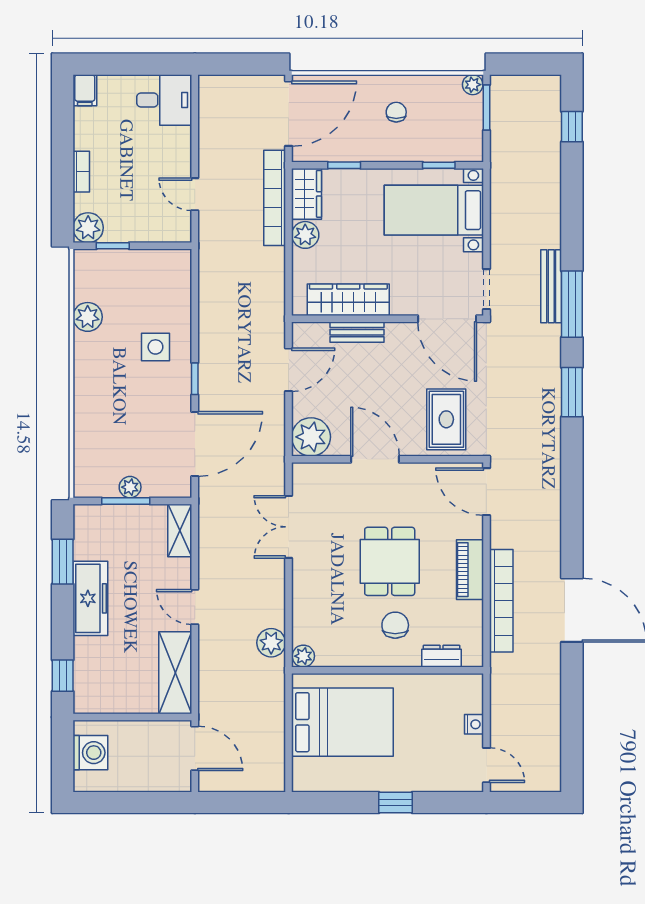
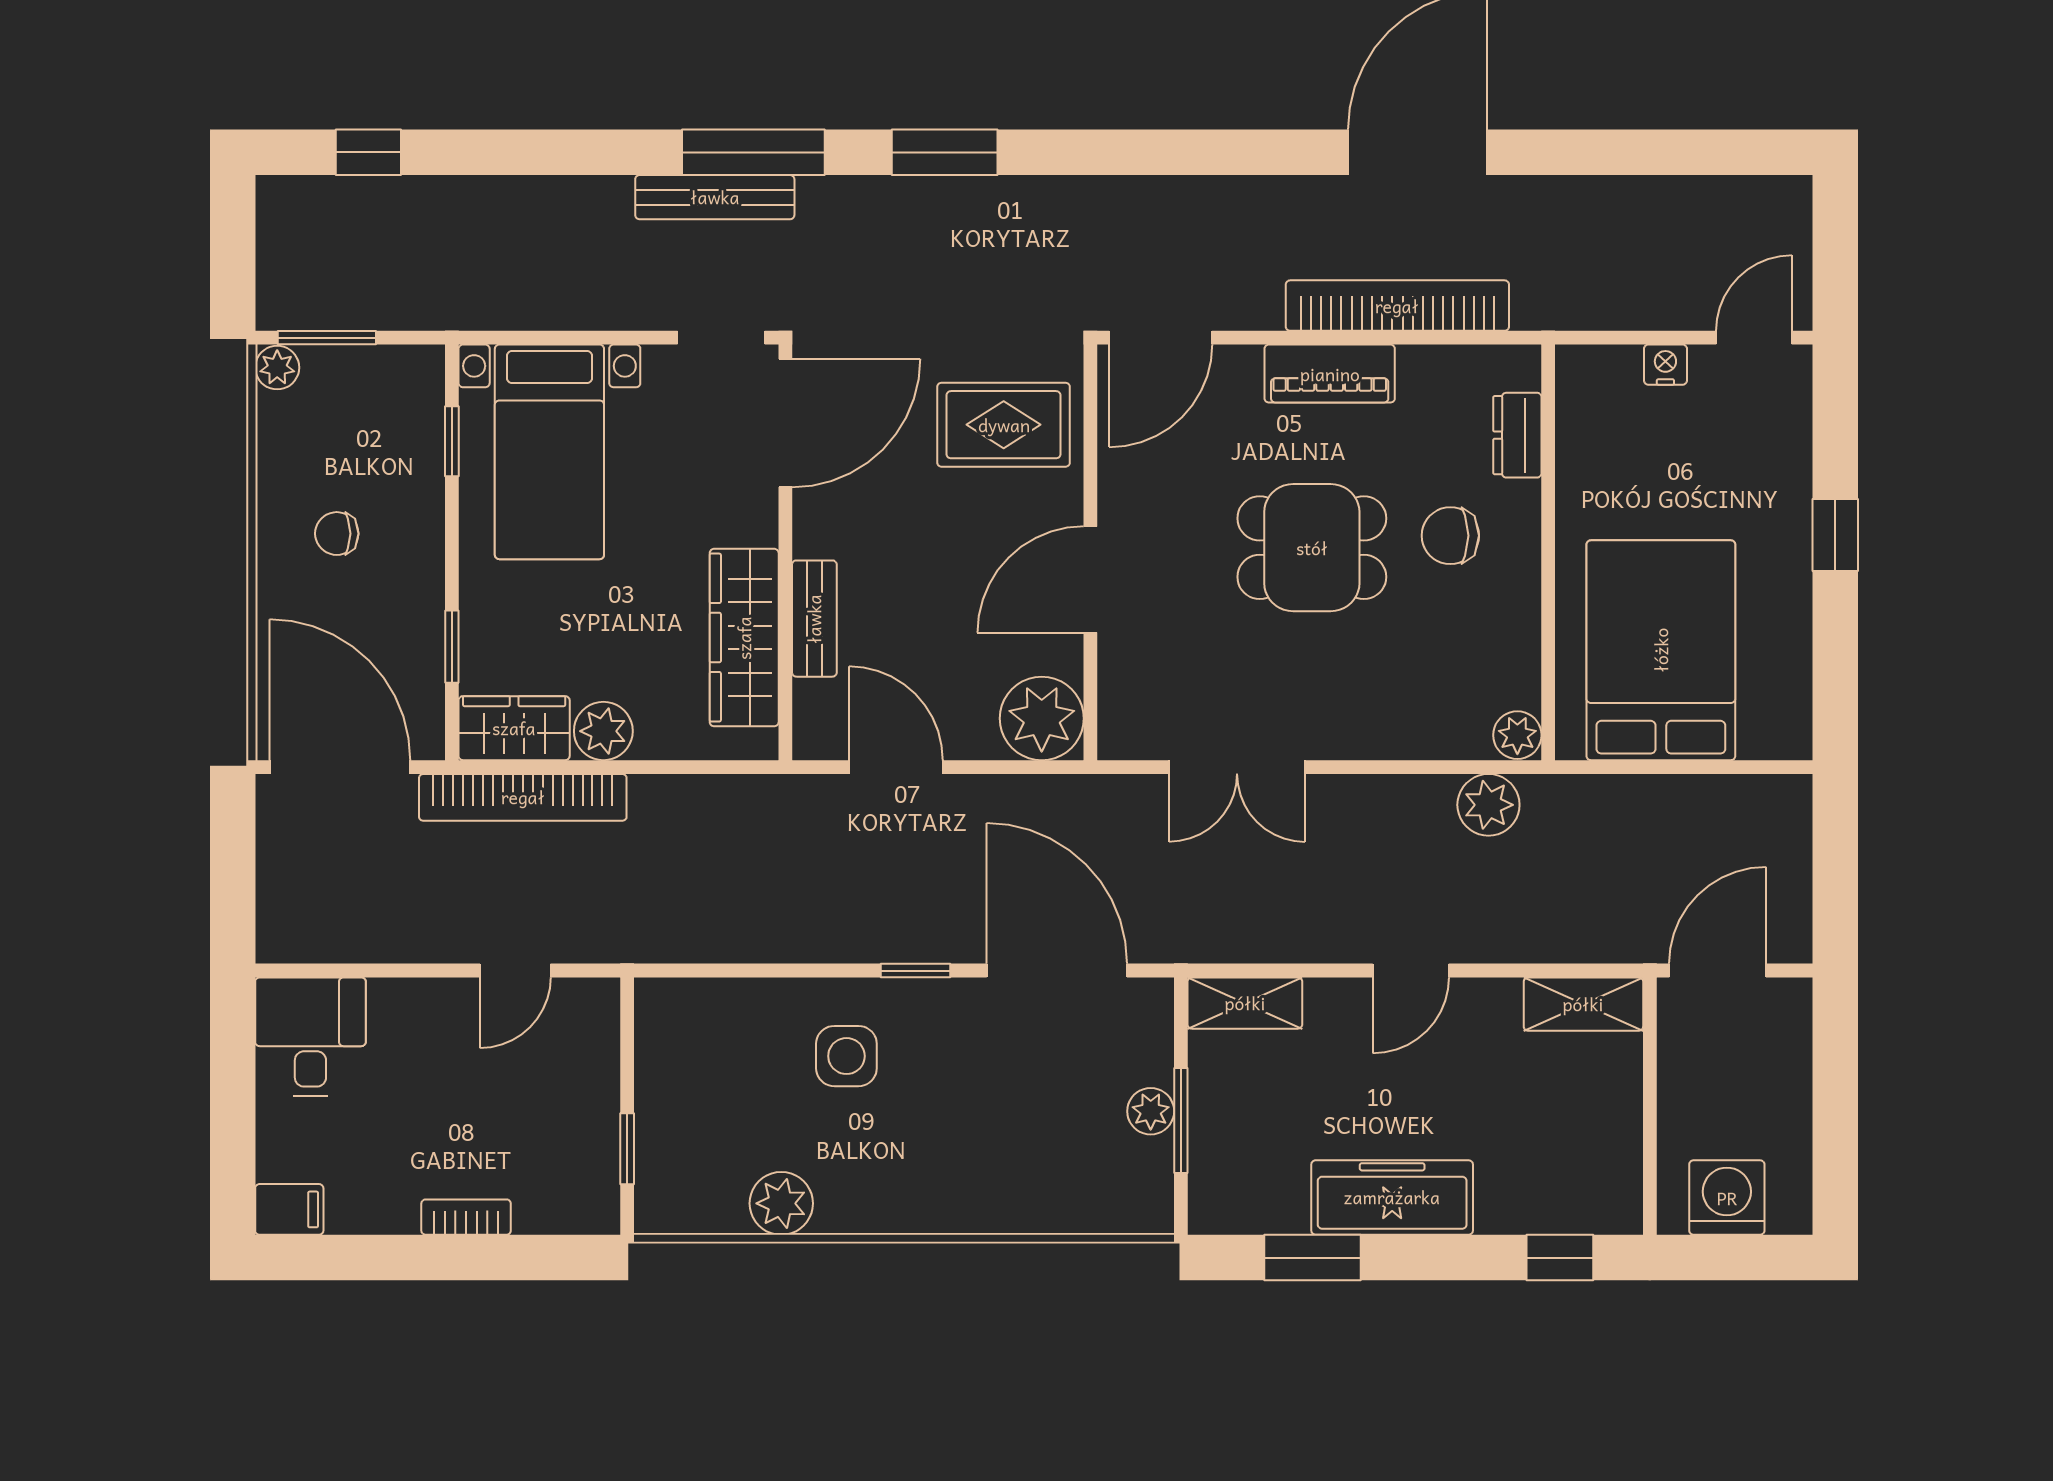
plant: (88, 228) -> (588, 1202), removed
shelving: (175, 673) -> (1583, 1004), width x0.67, depth x0.75

